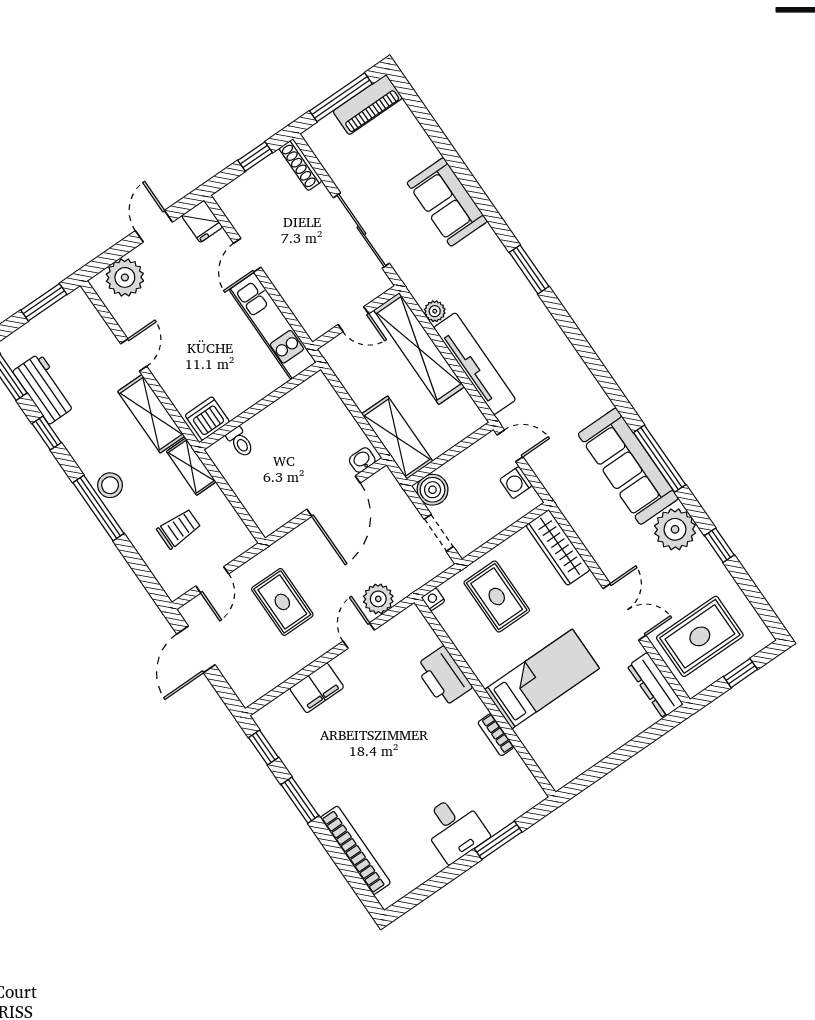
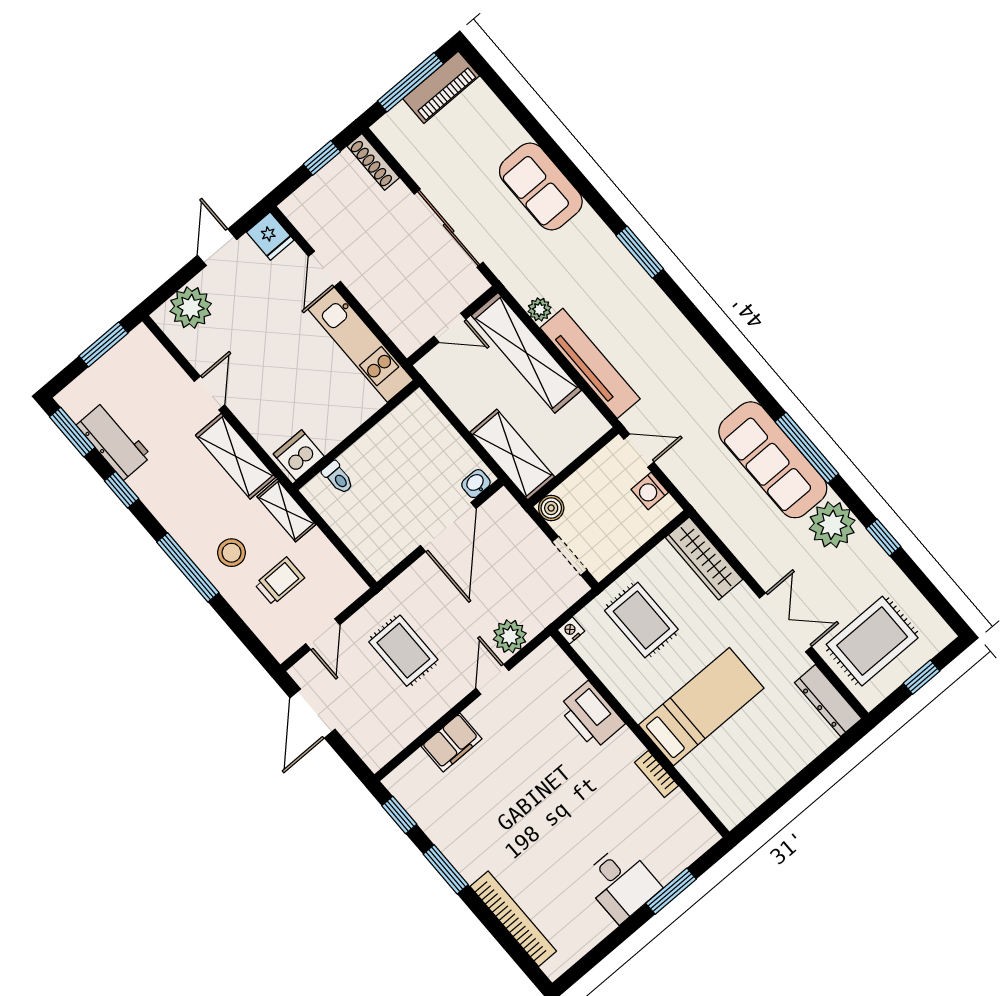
stool: (110, 485) -> (231, 553), moved
boiler: (433, 490) -> (551, 508), width x0.73, depth x0.73

